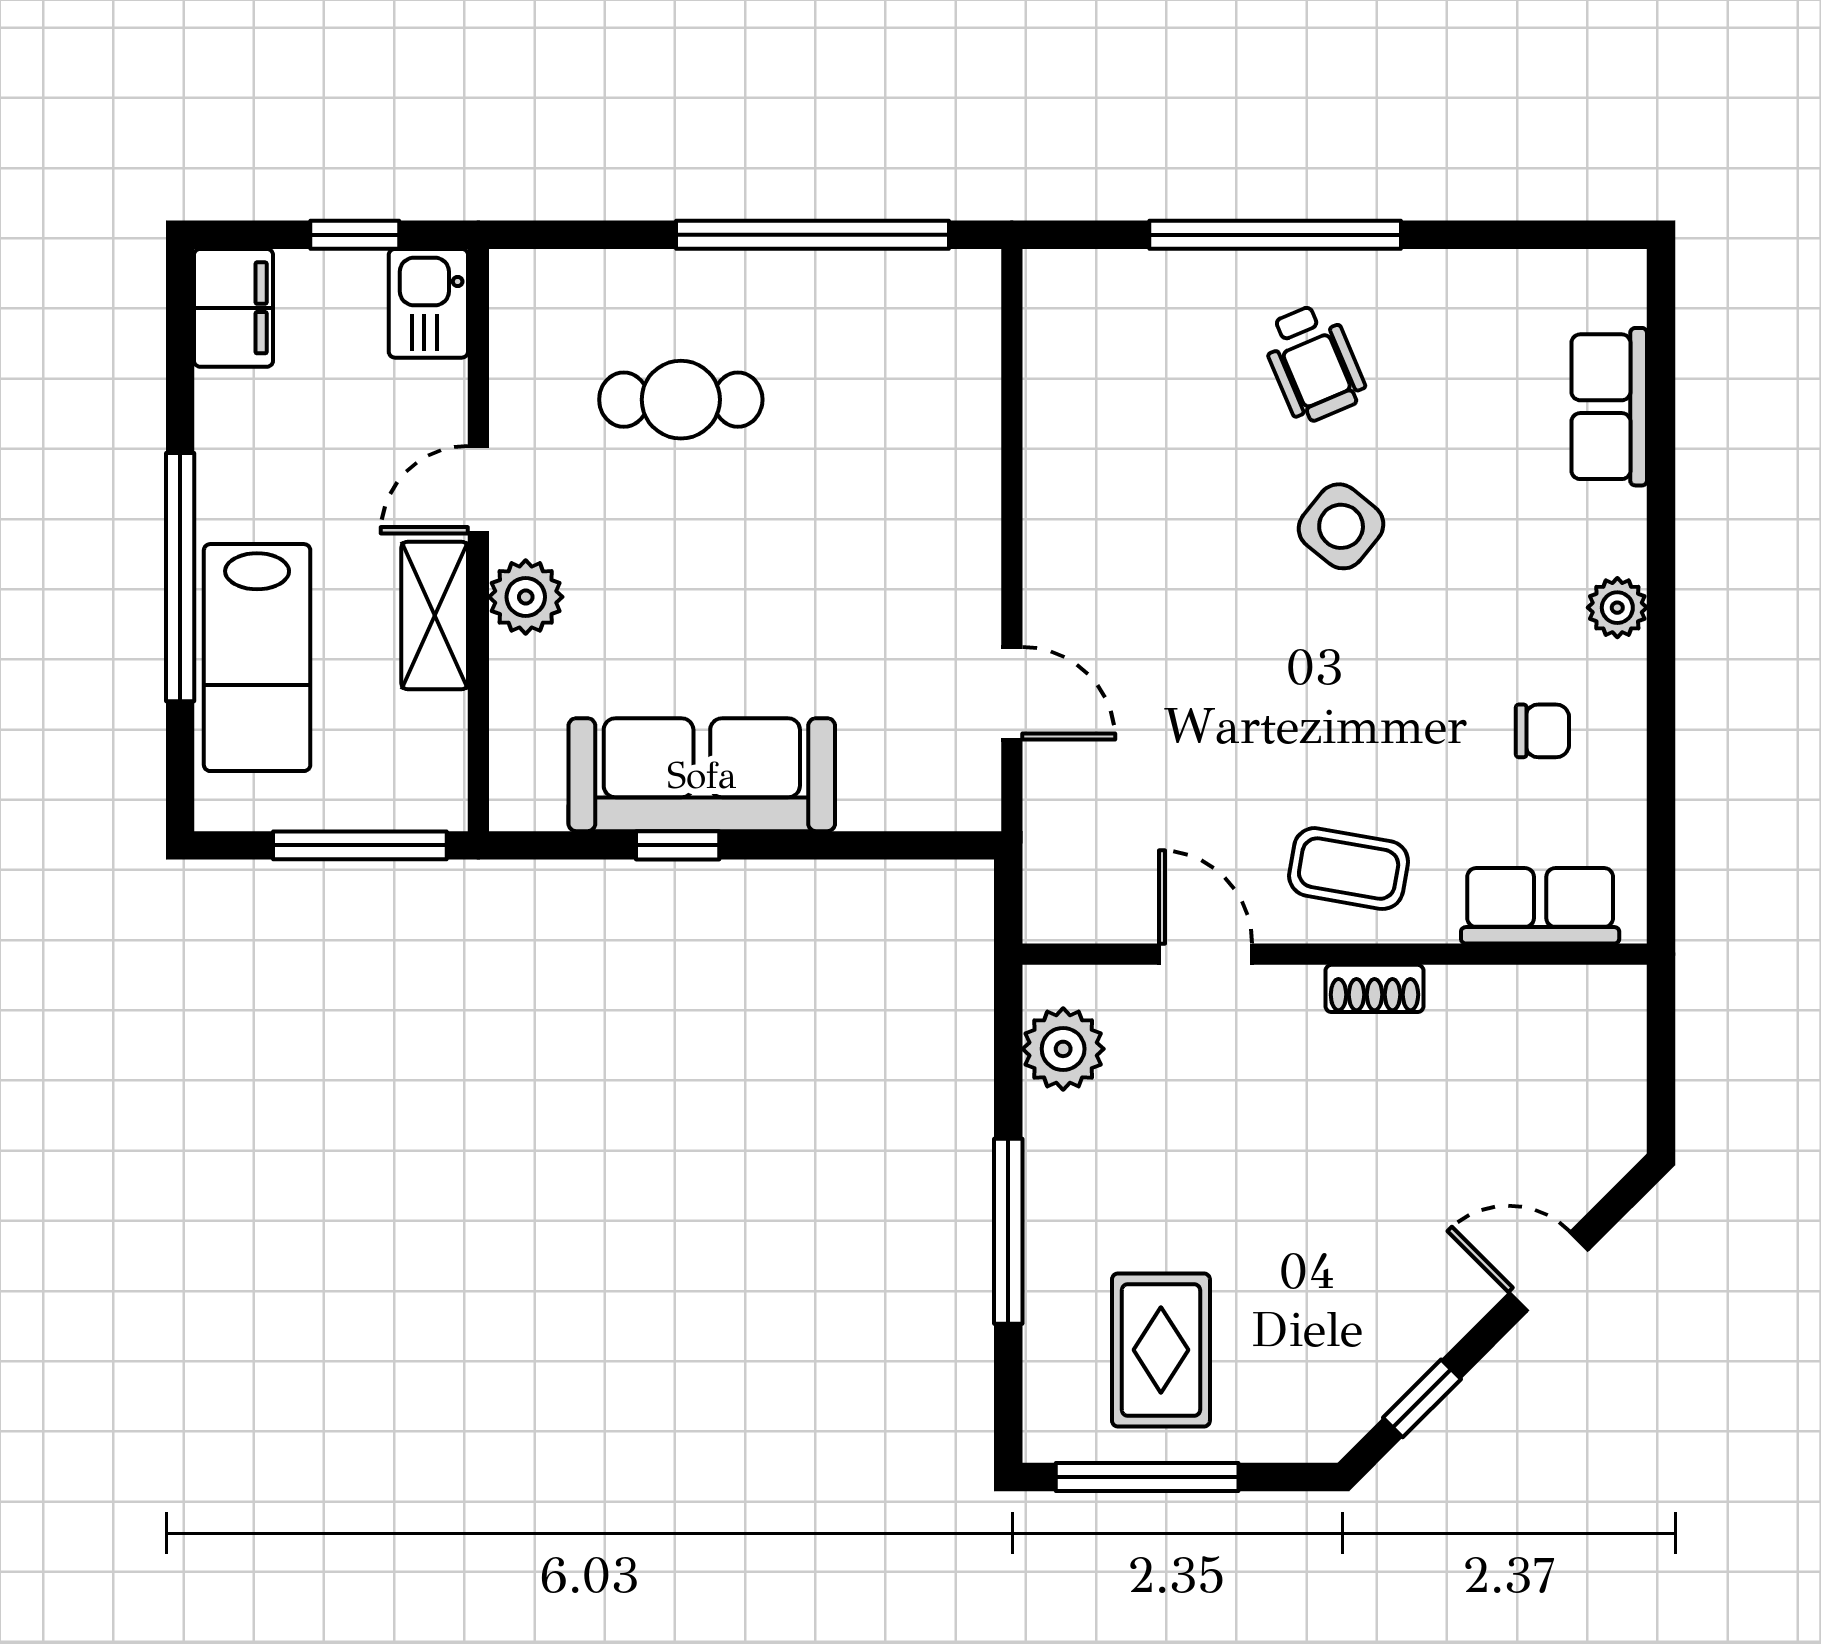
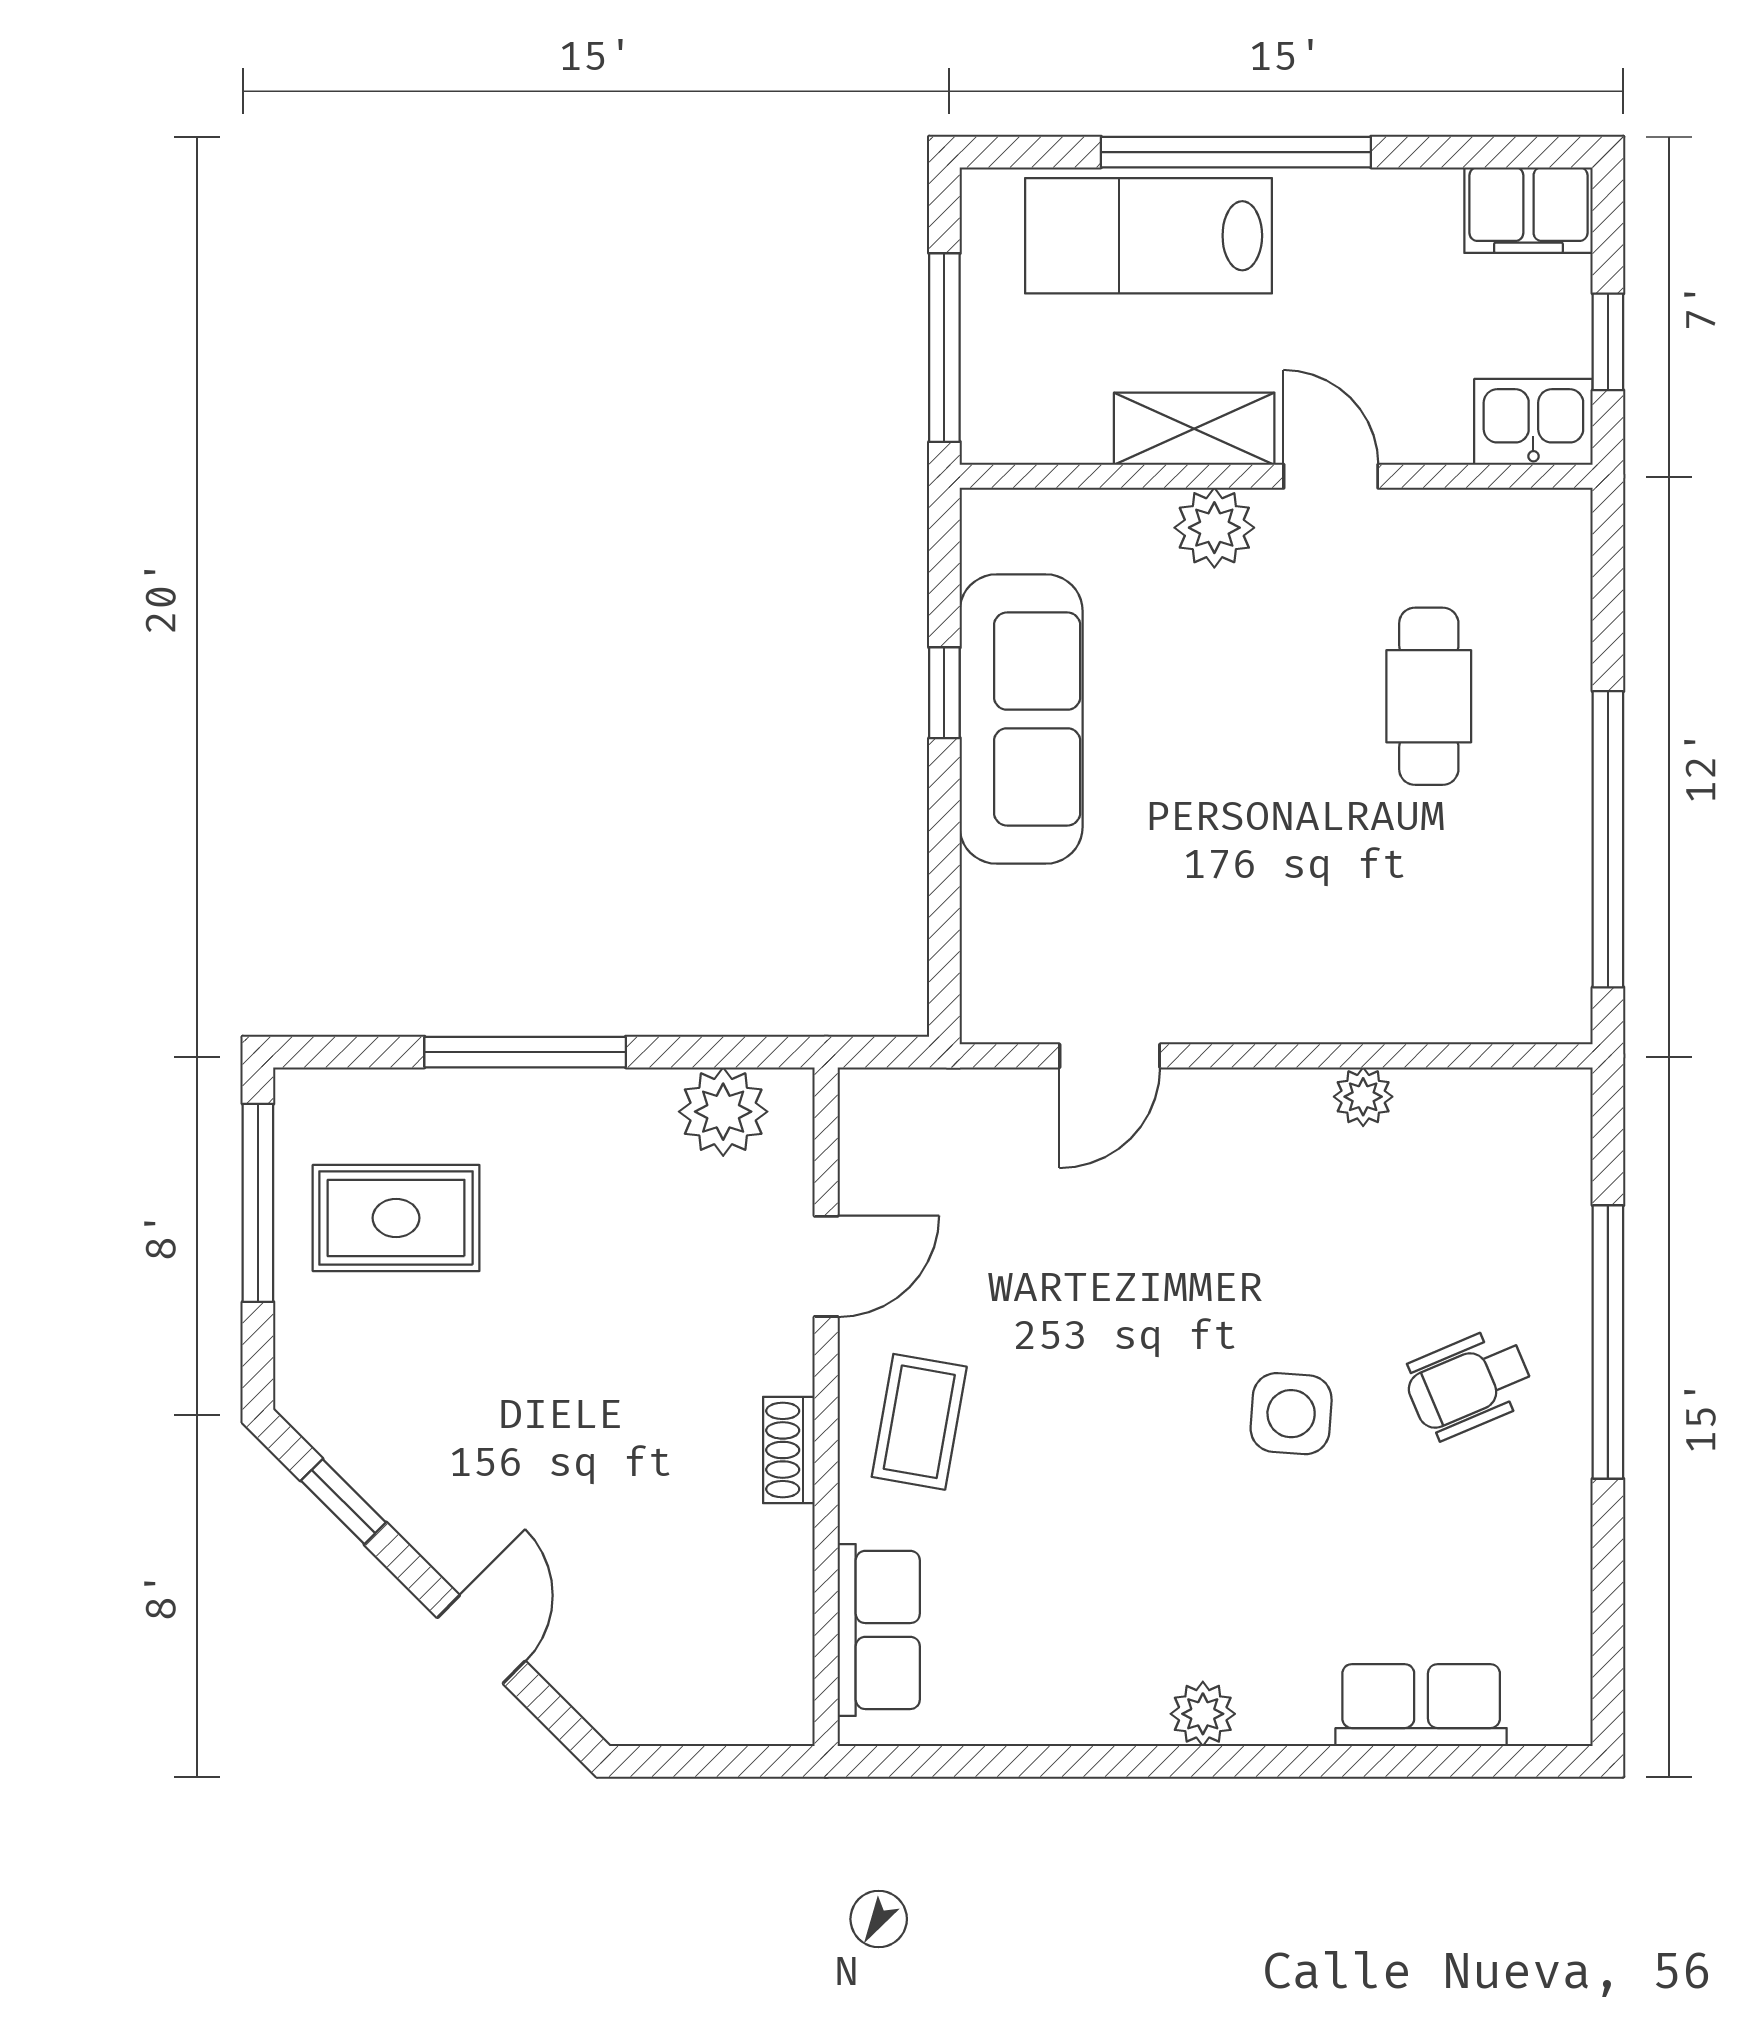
plant: (1049, 460) -> (1363, 1097), added
side table: (1341, 526) -> (1291, 1414), turned -35
chair: (1542, 731) -> (1069, 1632), removed

